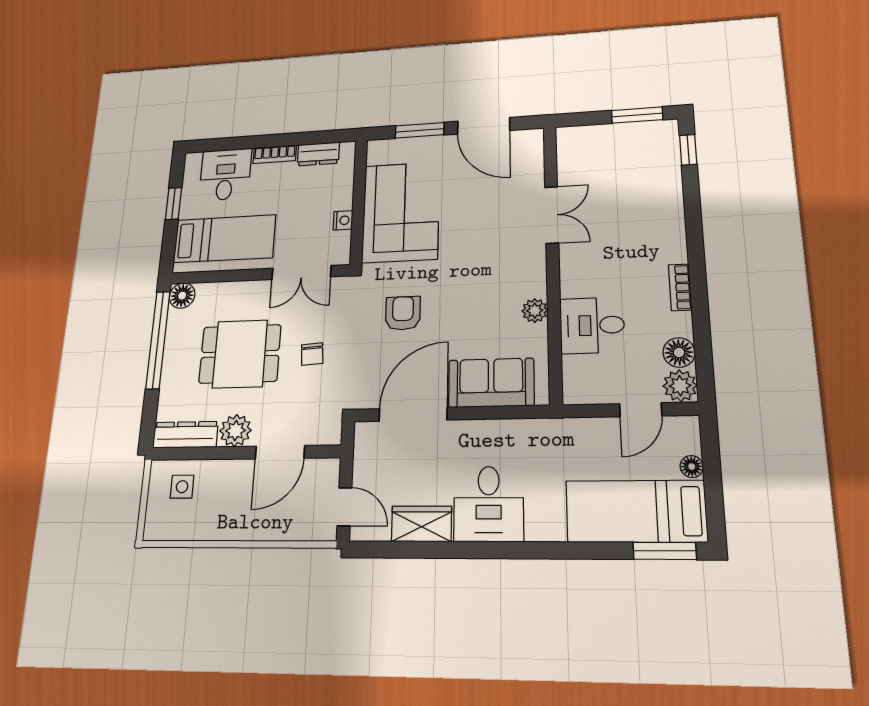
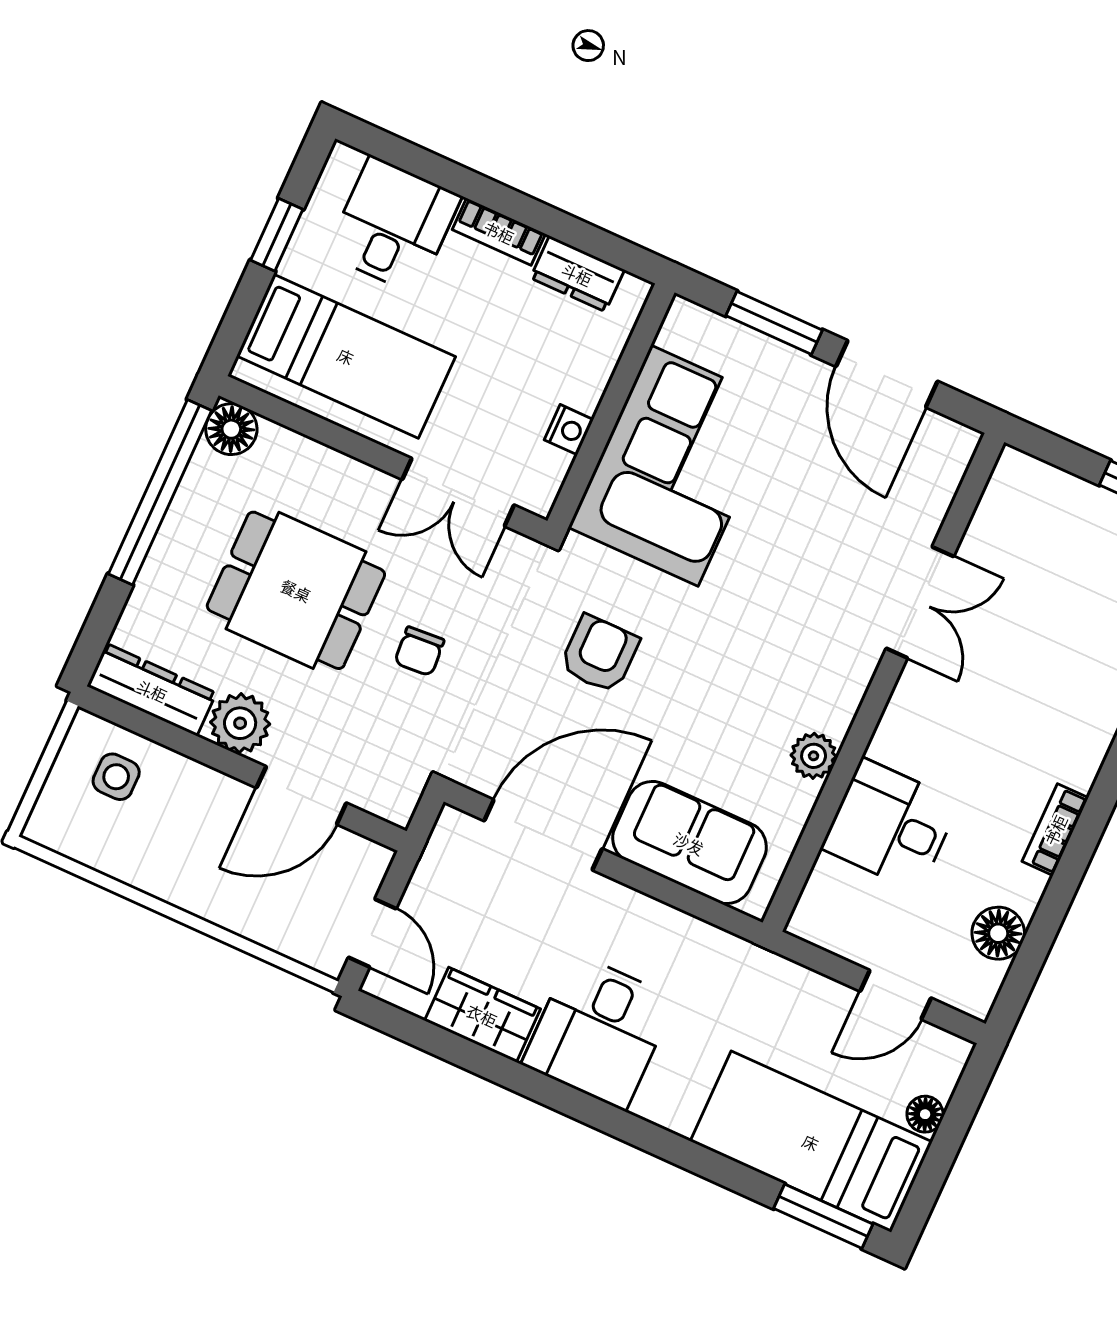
plant: (680, 386) -> (972, 986), removed

